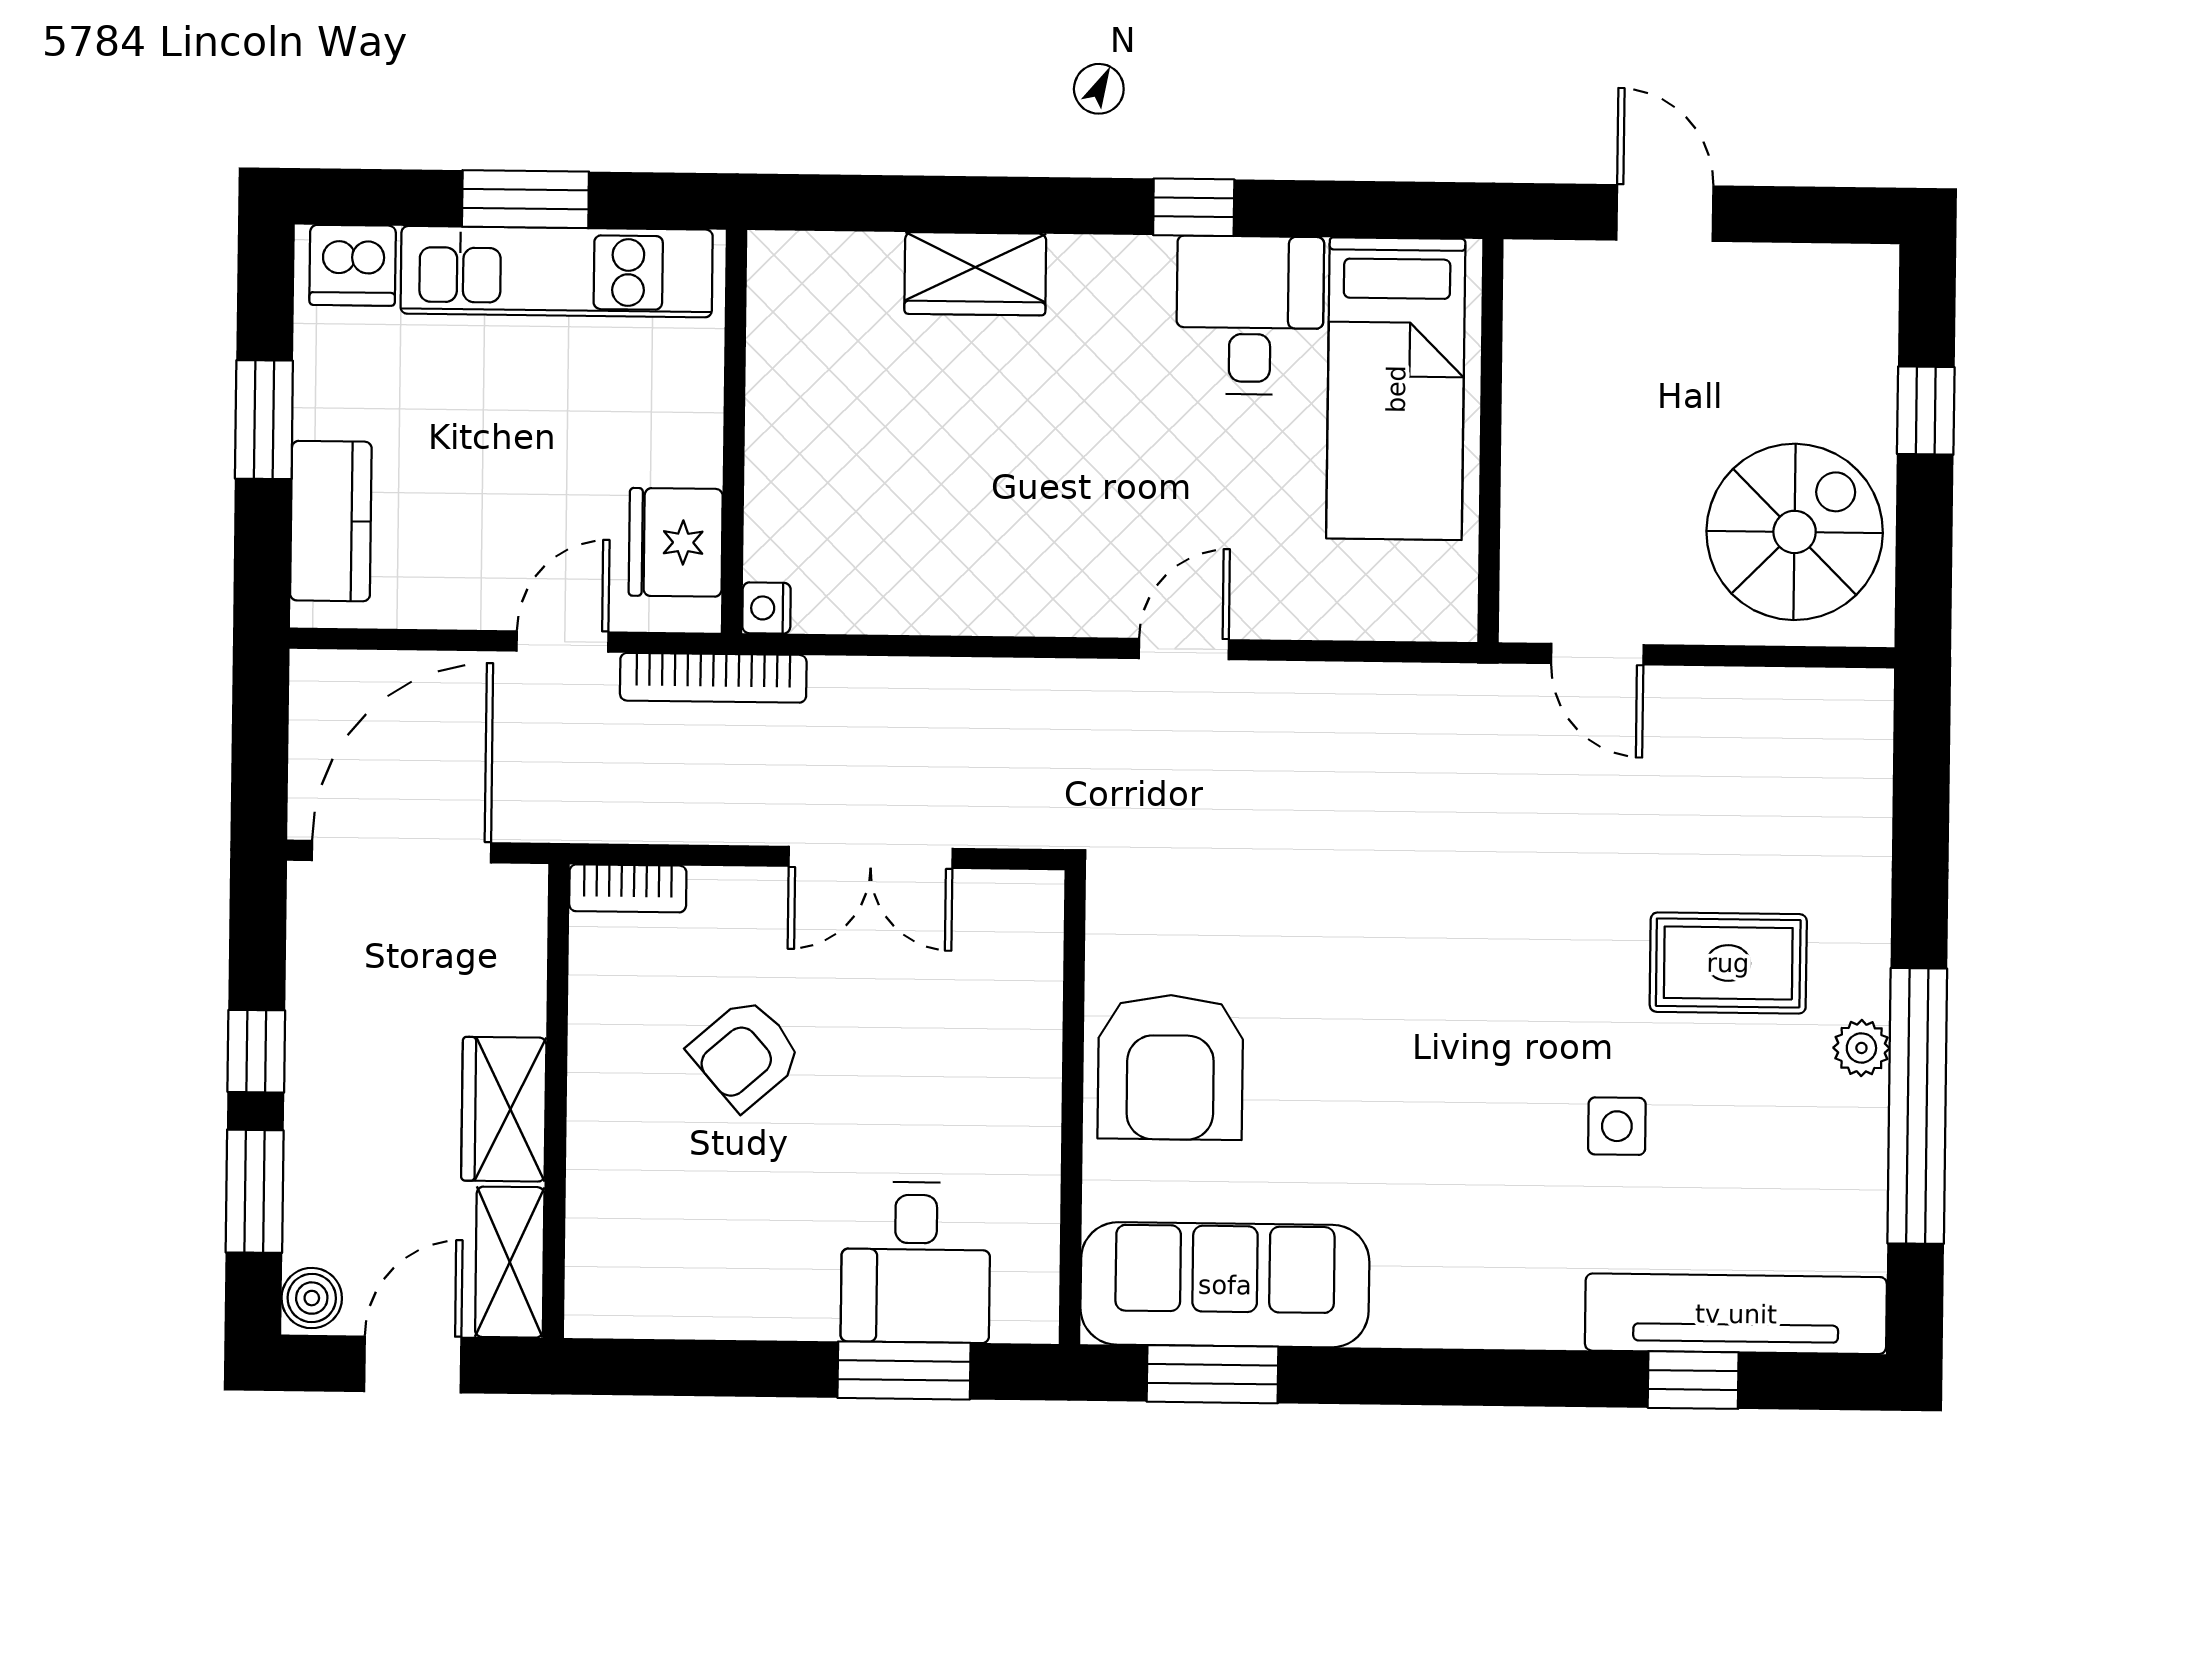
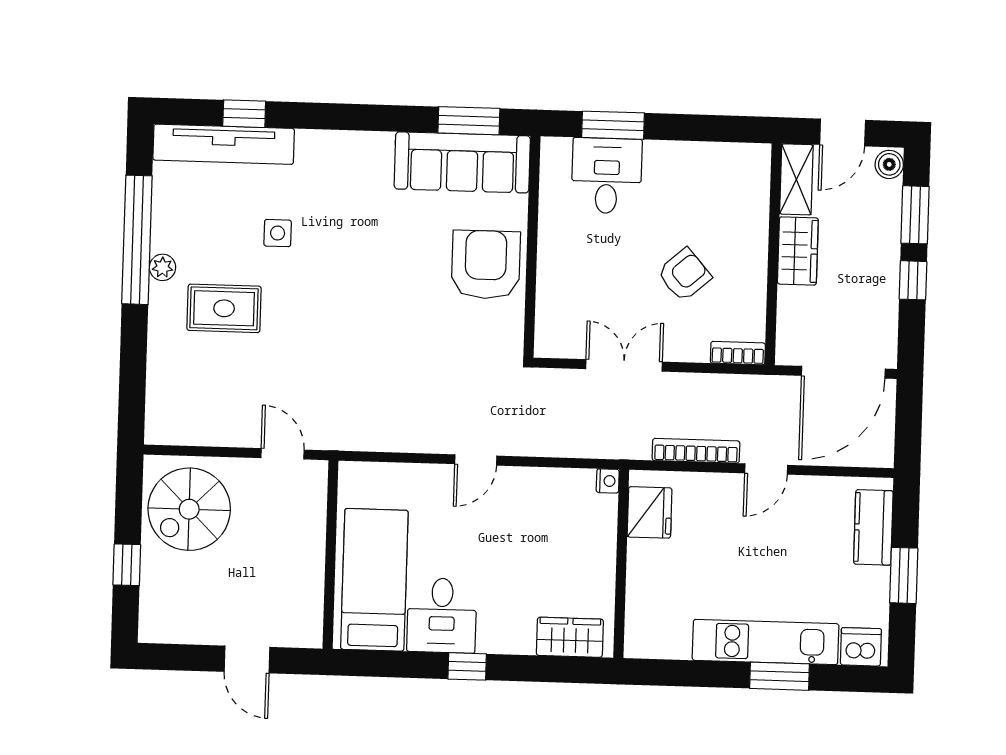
wall: (734, 431) -> (621, 564), moved
fridge: (676, 542) -> (650, 512), moved
nightstand: (766, 608) -> (608, 481), moved

